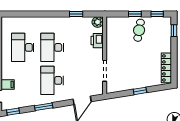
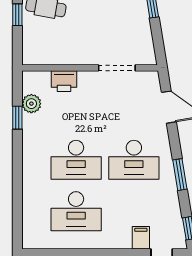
plant: (98, 22) -> (31, 104), moved

